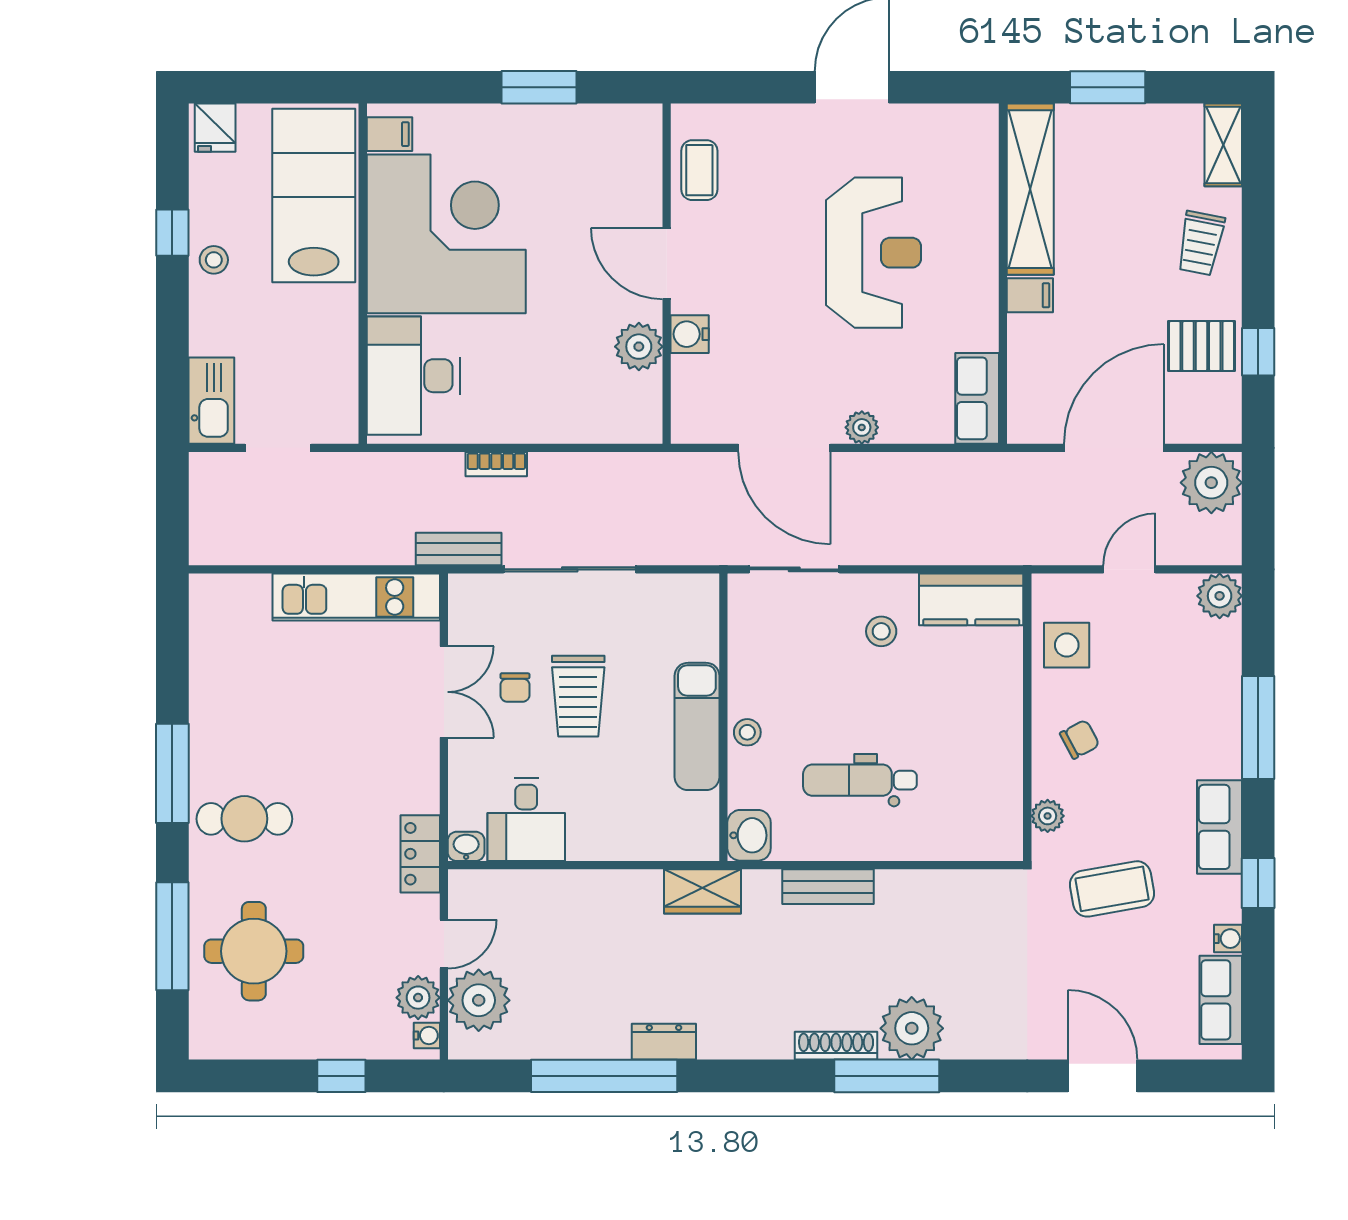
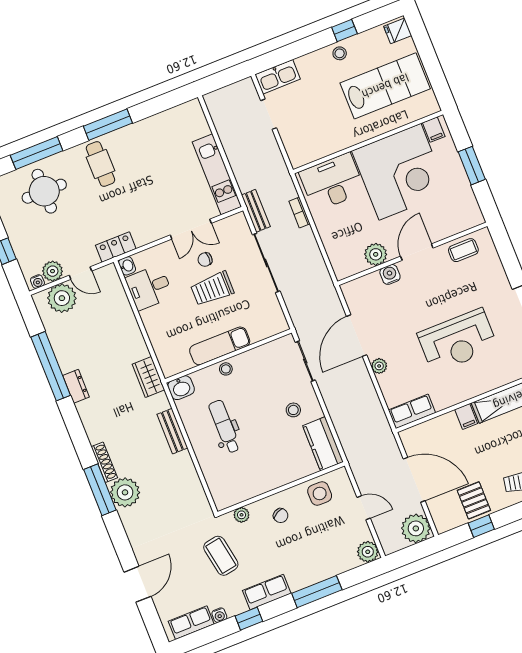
filing cabinet: (390, 134) -> (434, 130), moved
corner desk: (446, 234) -> (400, 172), moved
wall: (363, 274) -> (368, 142), moved
desk: (413, 376) -> (332, 182), moved

